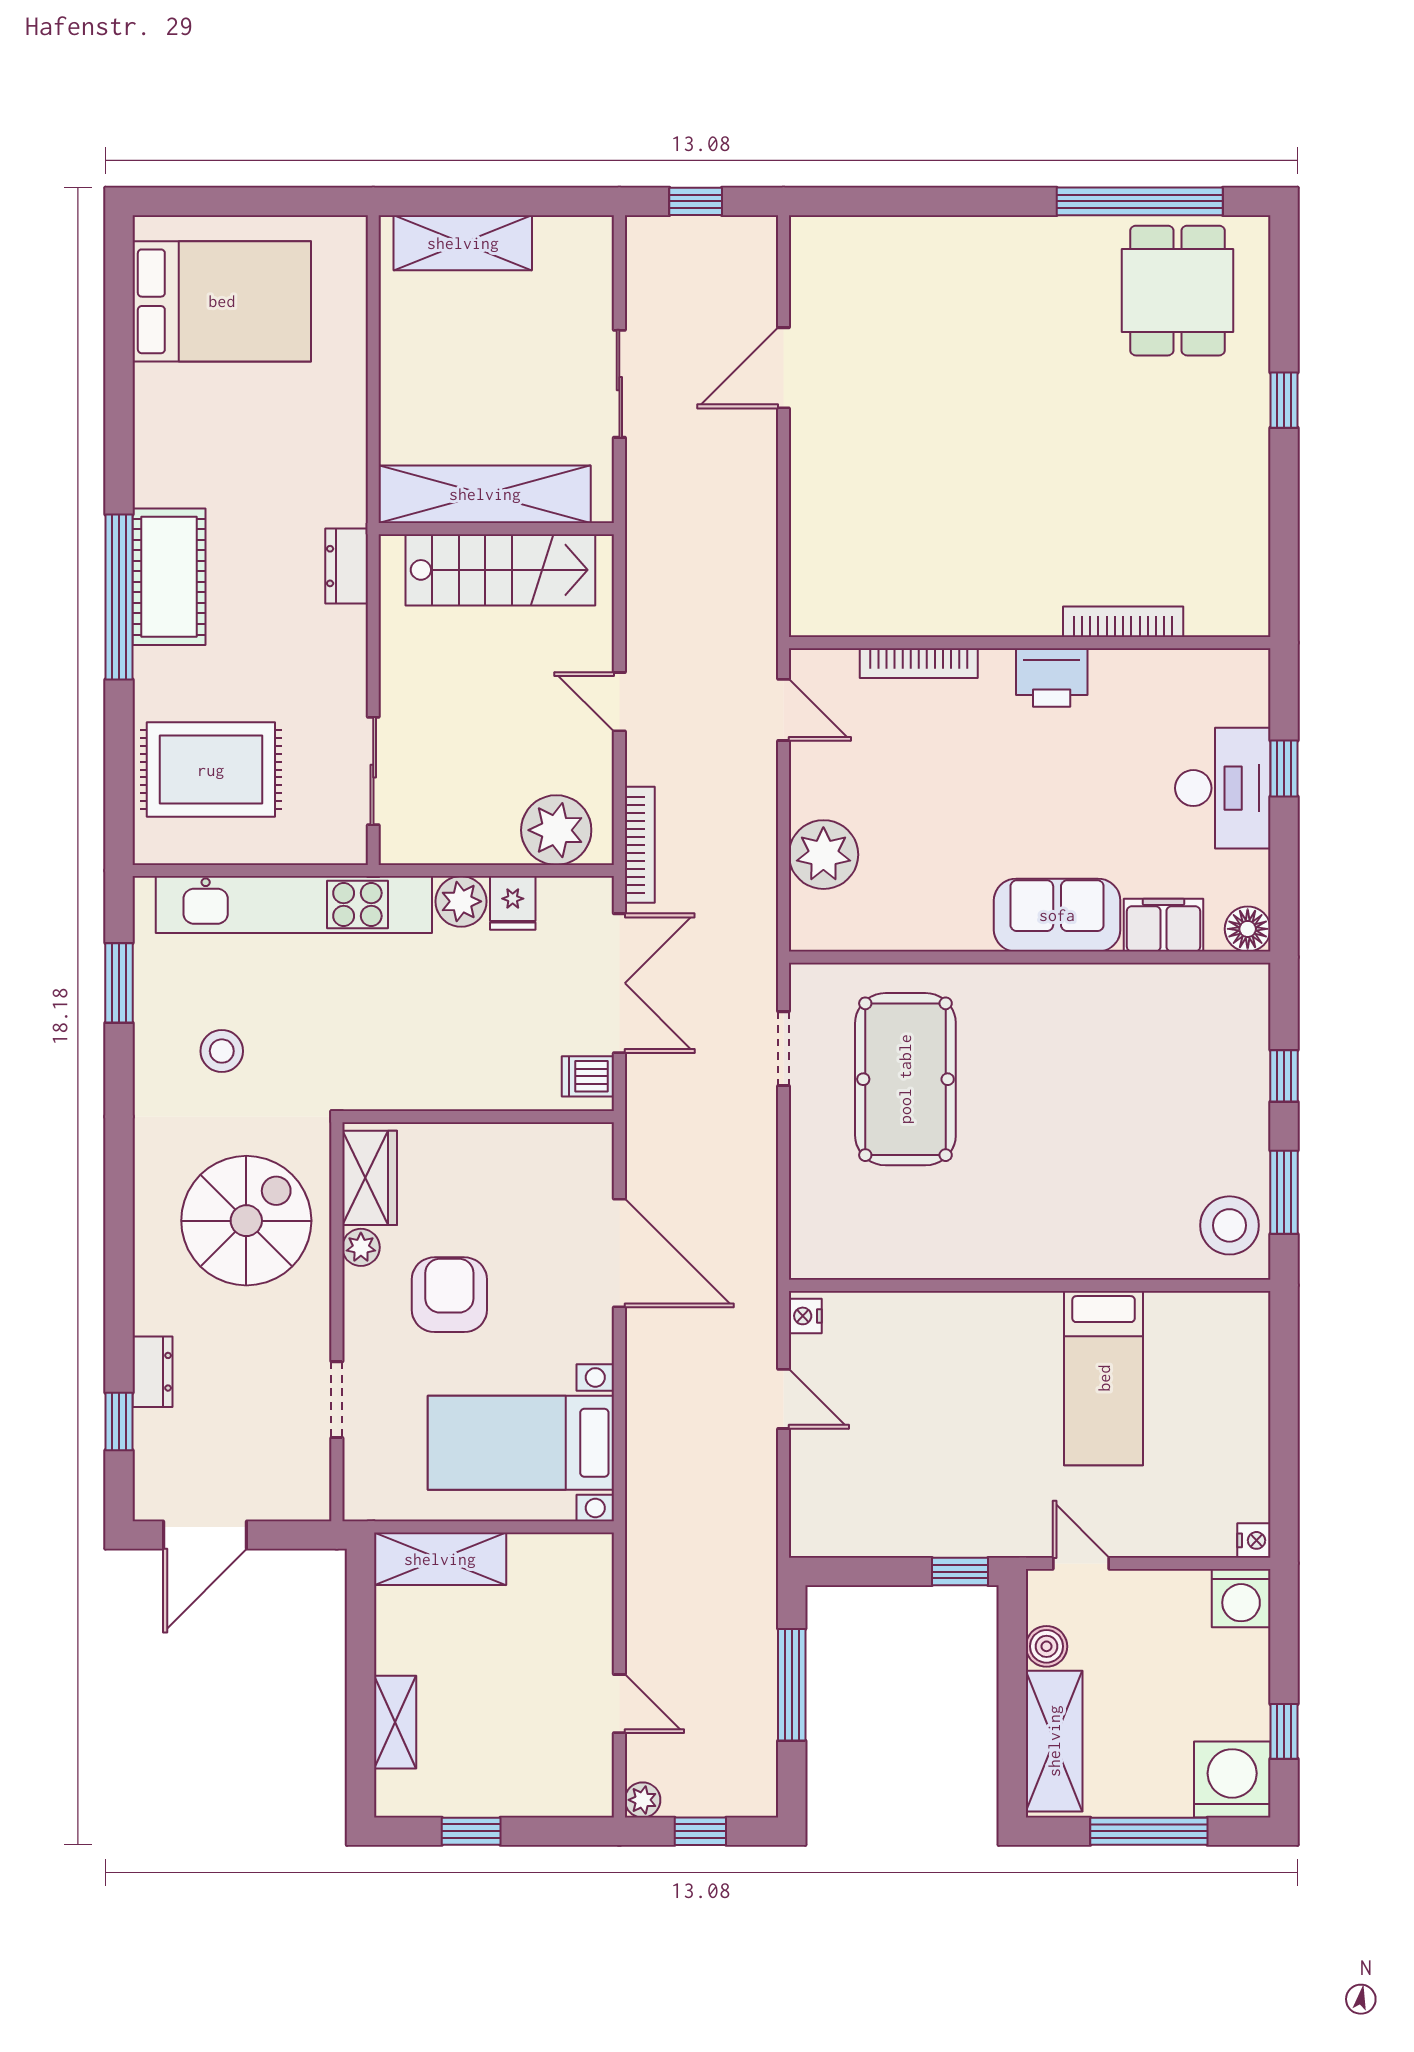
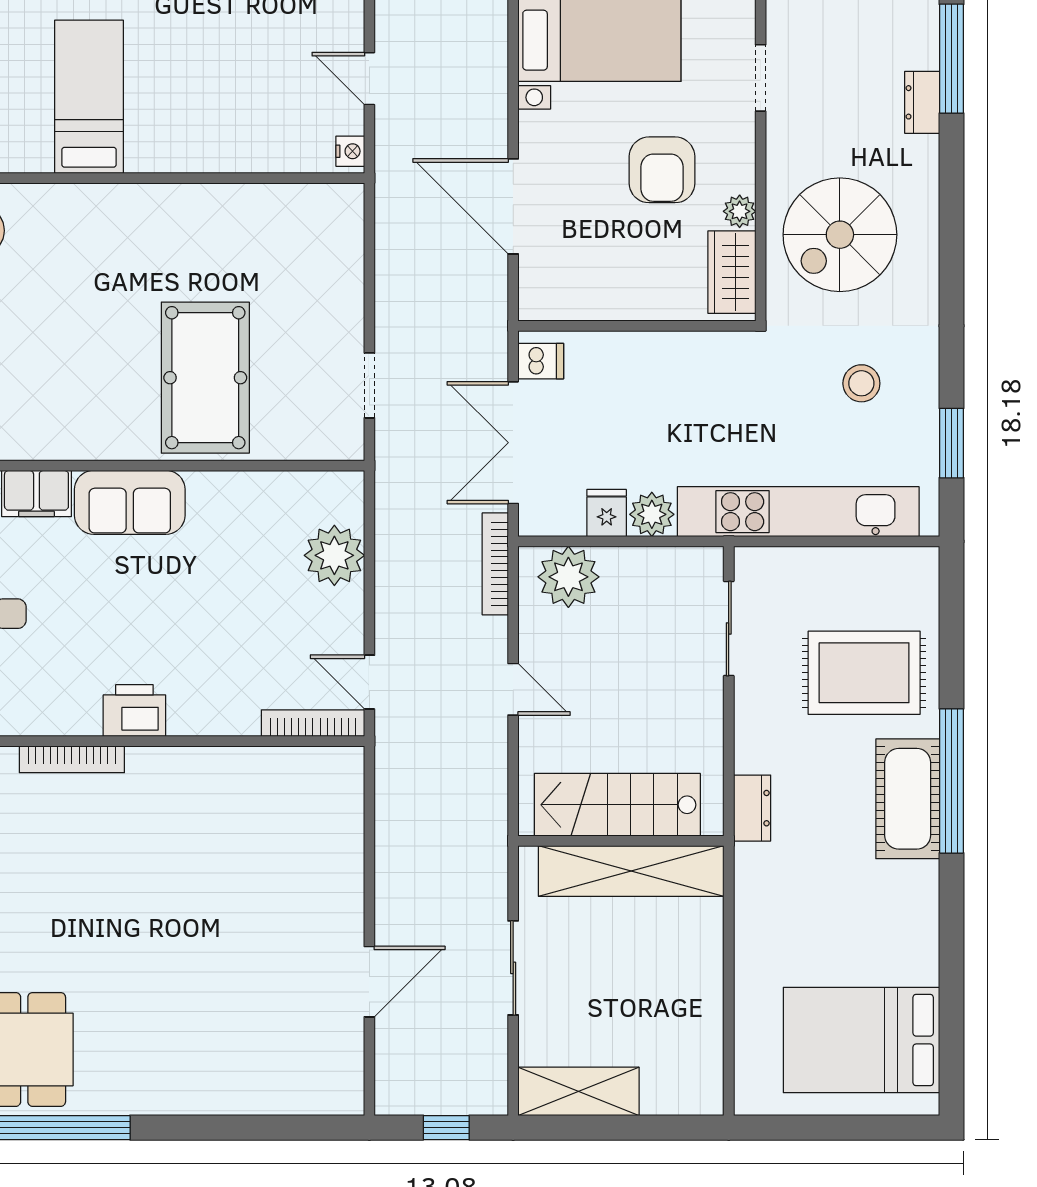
shelving: (463, 243) -> (578, 1091), moved
bookcase: (919, 663) -> (313, 723), moved
rug: (211, 770) -> (864, 673), moved
pool table: (905, 1079) -> (205, 378), moved
window: (119, 1422) -> (952, 59), width x2.17

